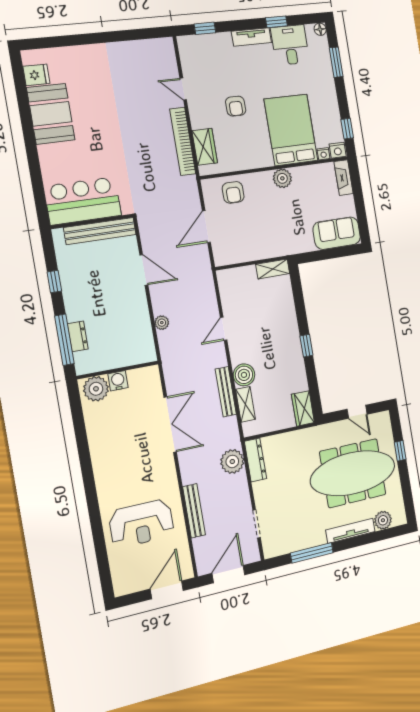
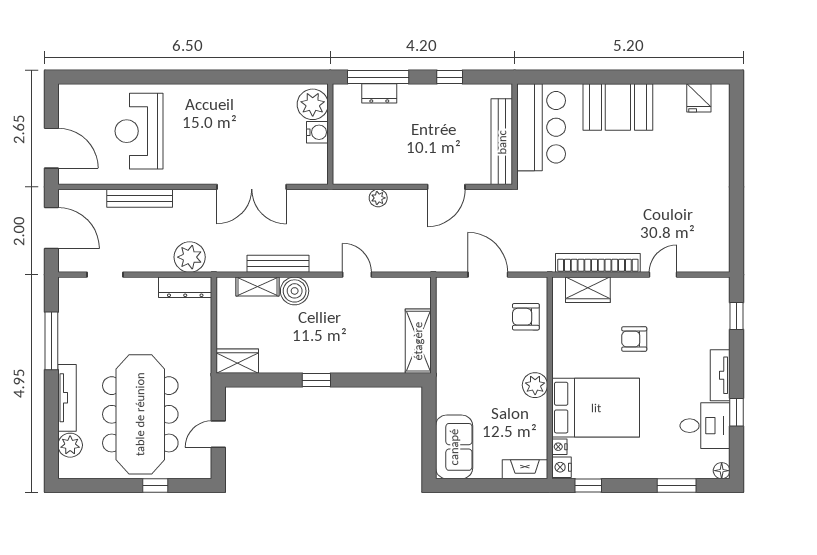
booth: (51, 114) -> (618, 107), moved
shelving: (273, 269) -> (418, 341), width x1.50, depth x1.33

